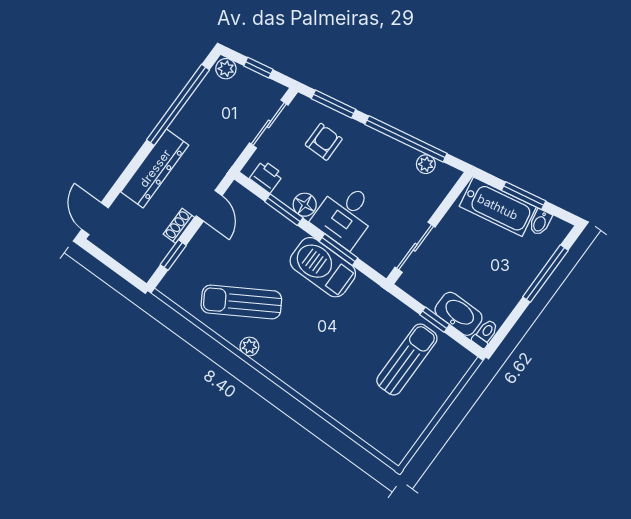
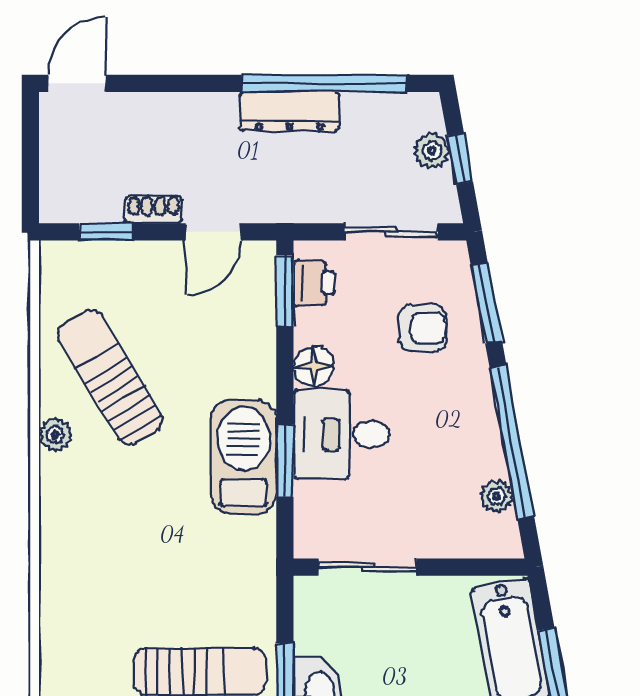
plant: (226, 69) -> (432, 151), moved
dresser: (155, 168) -> (290, 111), moved, width x0.73, depth x0.80
window: (284, 210) -> (285, 291), moved

